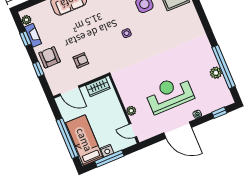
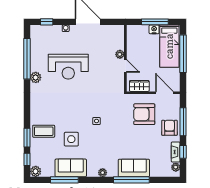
armchair: (50, 57) -> (169, 128), turned 180
armchair: (81, 60) -> (144, 114), width x1.88, depth x1.88
window: (38, 69) -> (183, 122), width x2.17
plant: (216, 73) -> (36, 77), moved
reception desk: (169, 94) -> (68, 67), moved
door: (133, 130) -> (125, 66), moved

